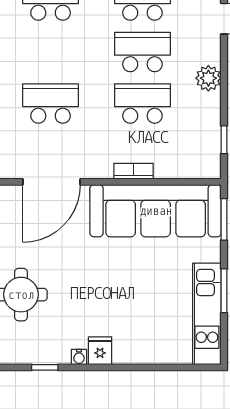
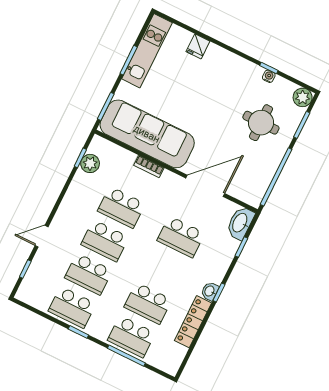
plant: (208, 78) -> (90, 163), moved
fridge: (100, 351) -> (198, 46), moved
water cooler: (79, 357) -> (269, 76), moved

